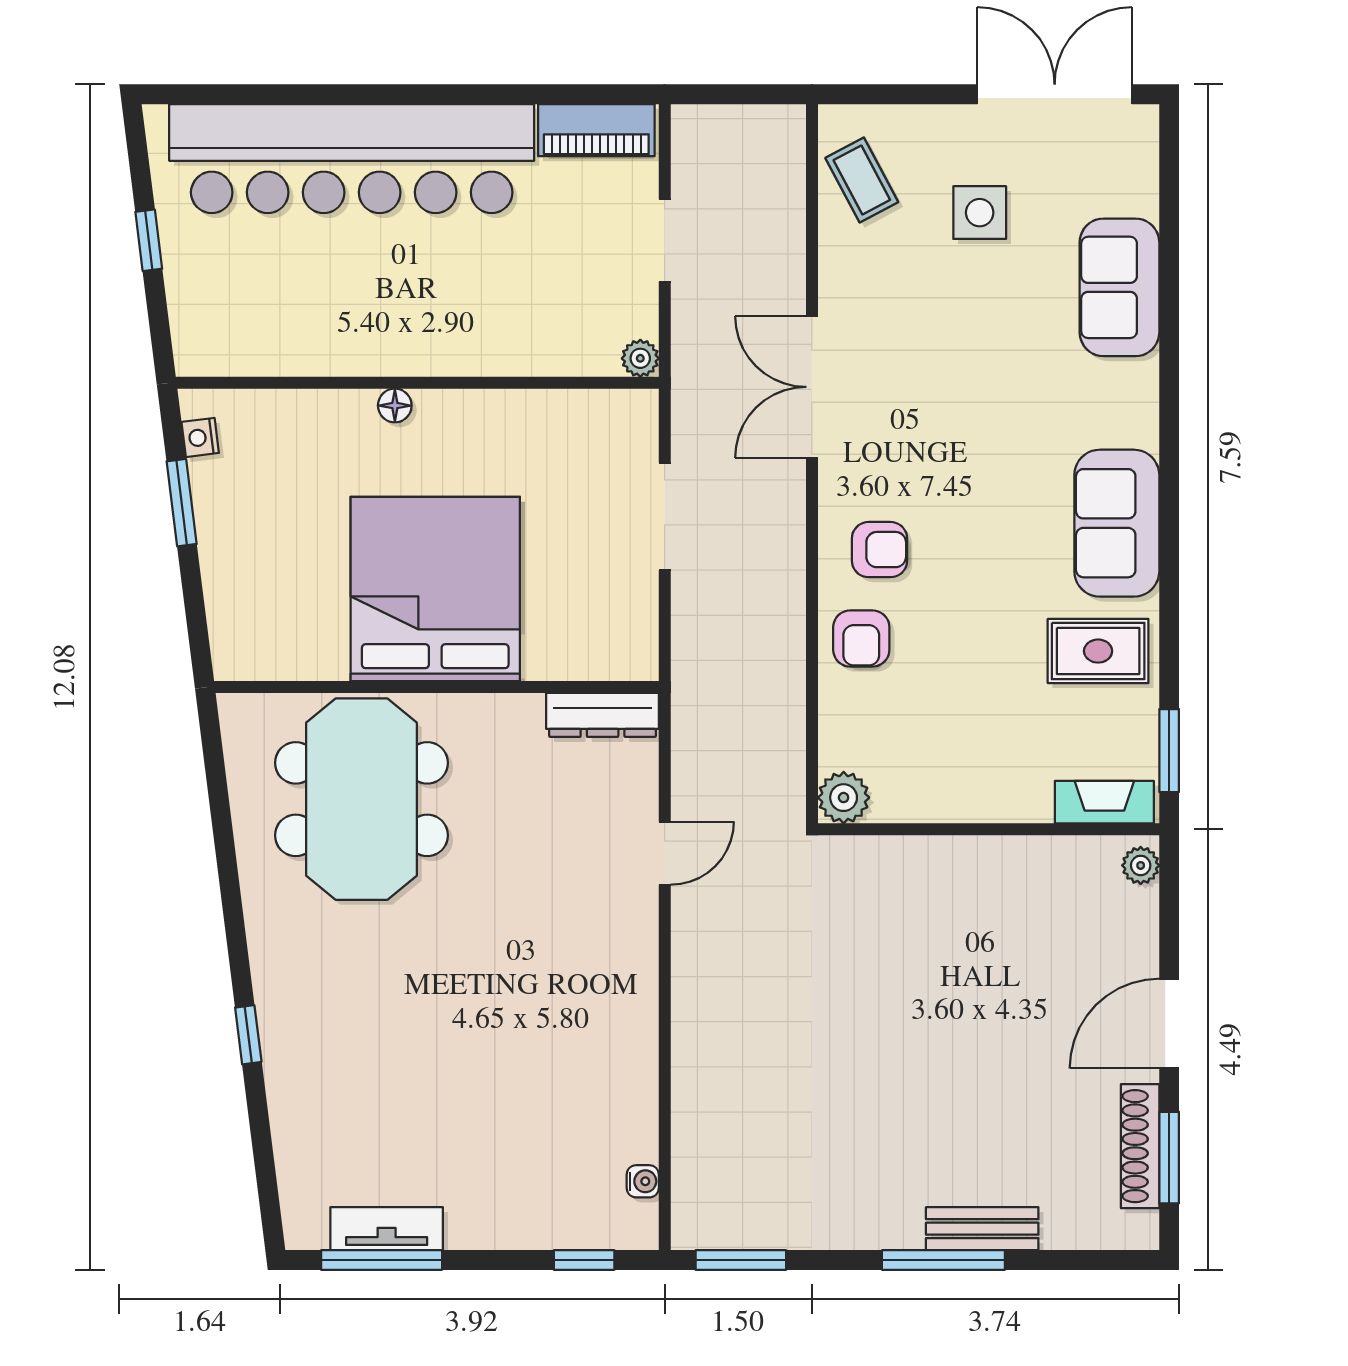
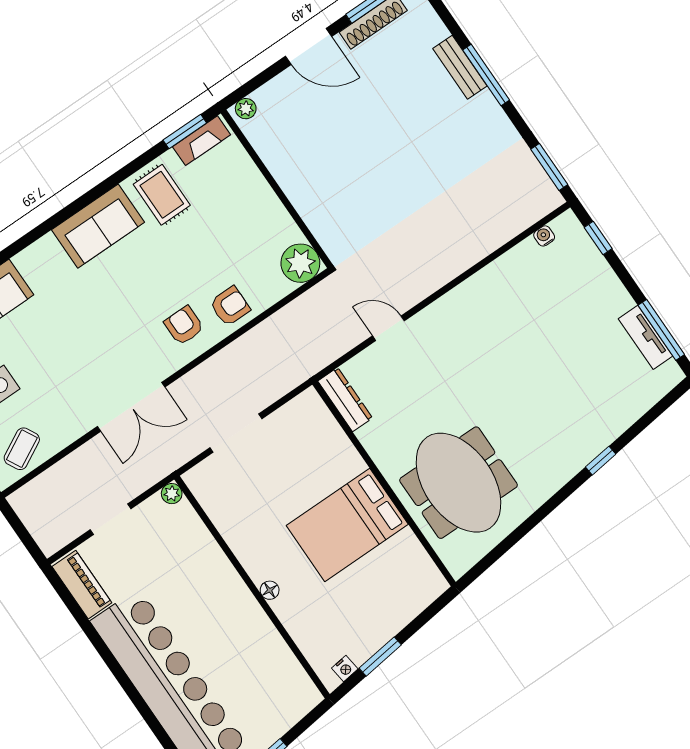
bed: (435, 589) -> (347, 525), width x0.73
plant: (844, 798) -> (300, 263), width x1.36, depth x1.36
meeting table: (361, 799) -> (459, 483), turned 90
fireplace: (1104, 802) -> (202, 141), moved, turned -90

